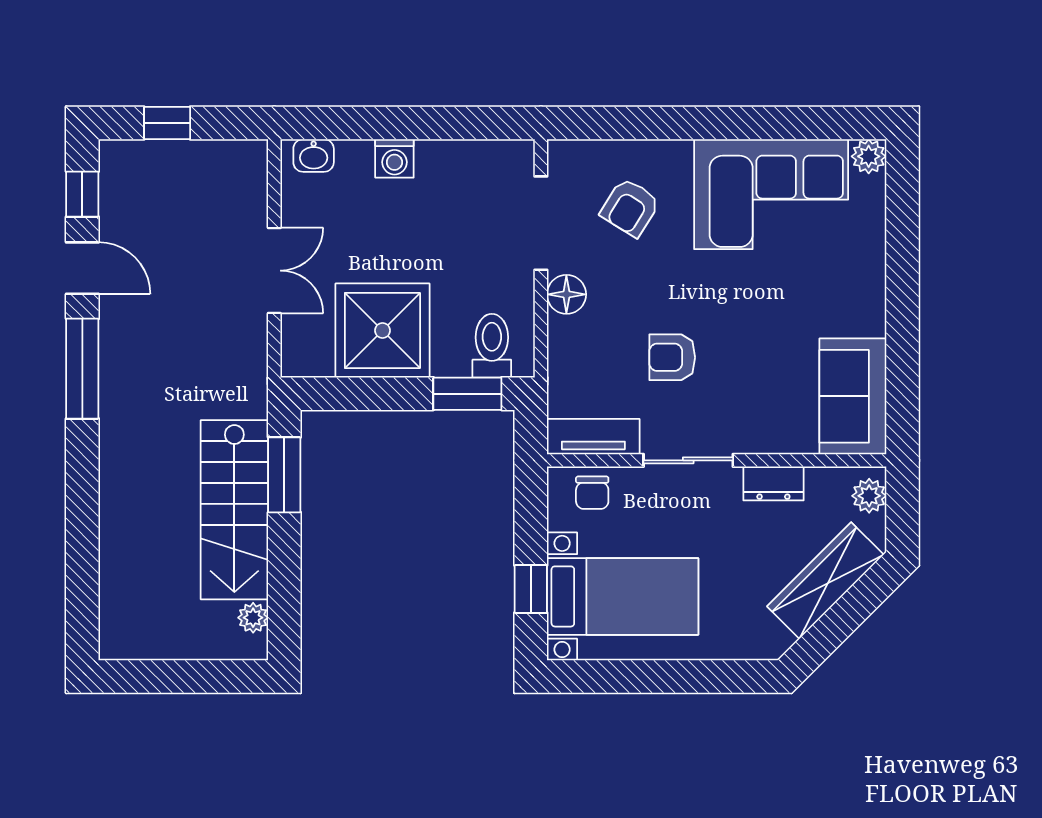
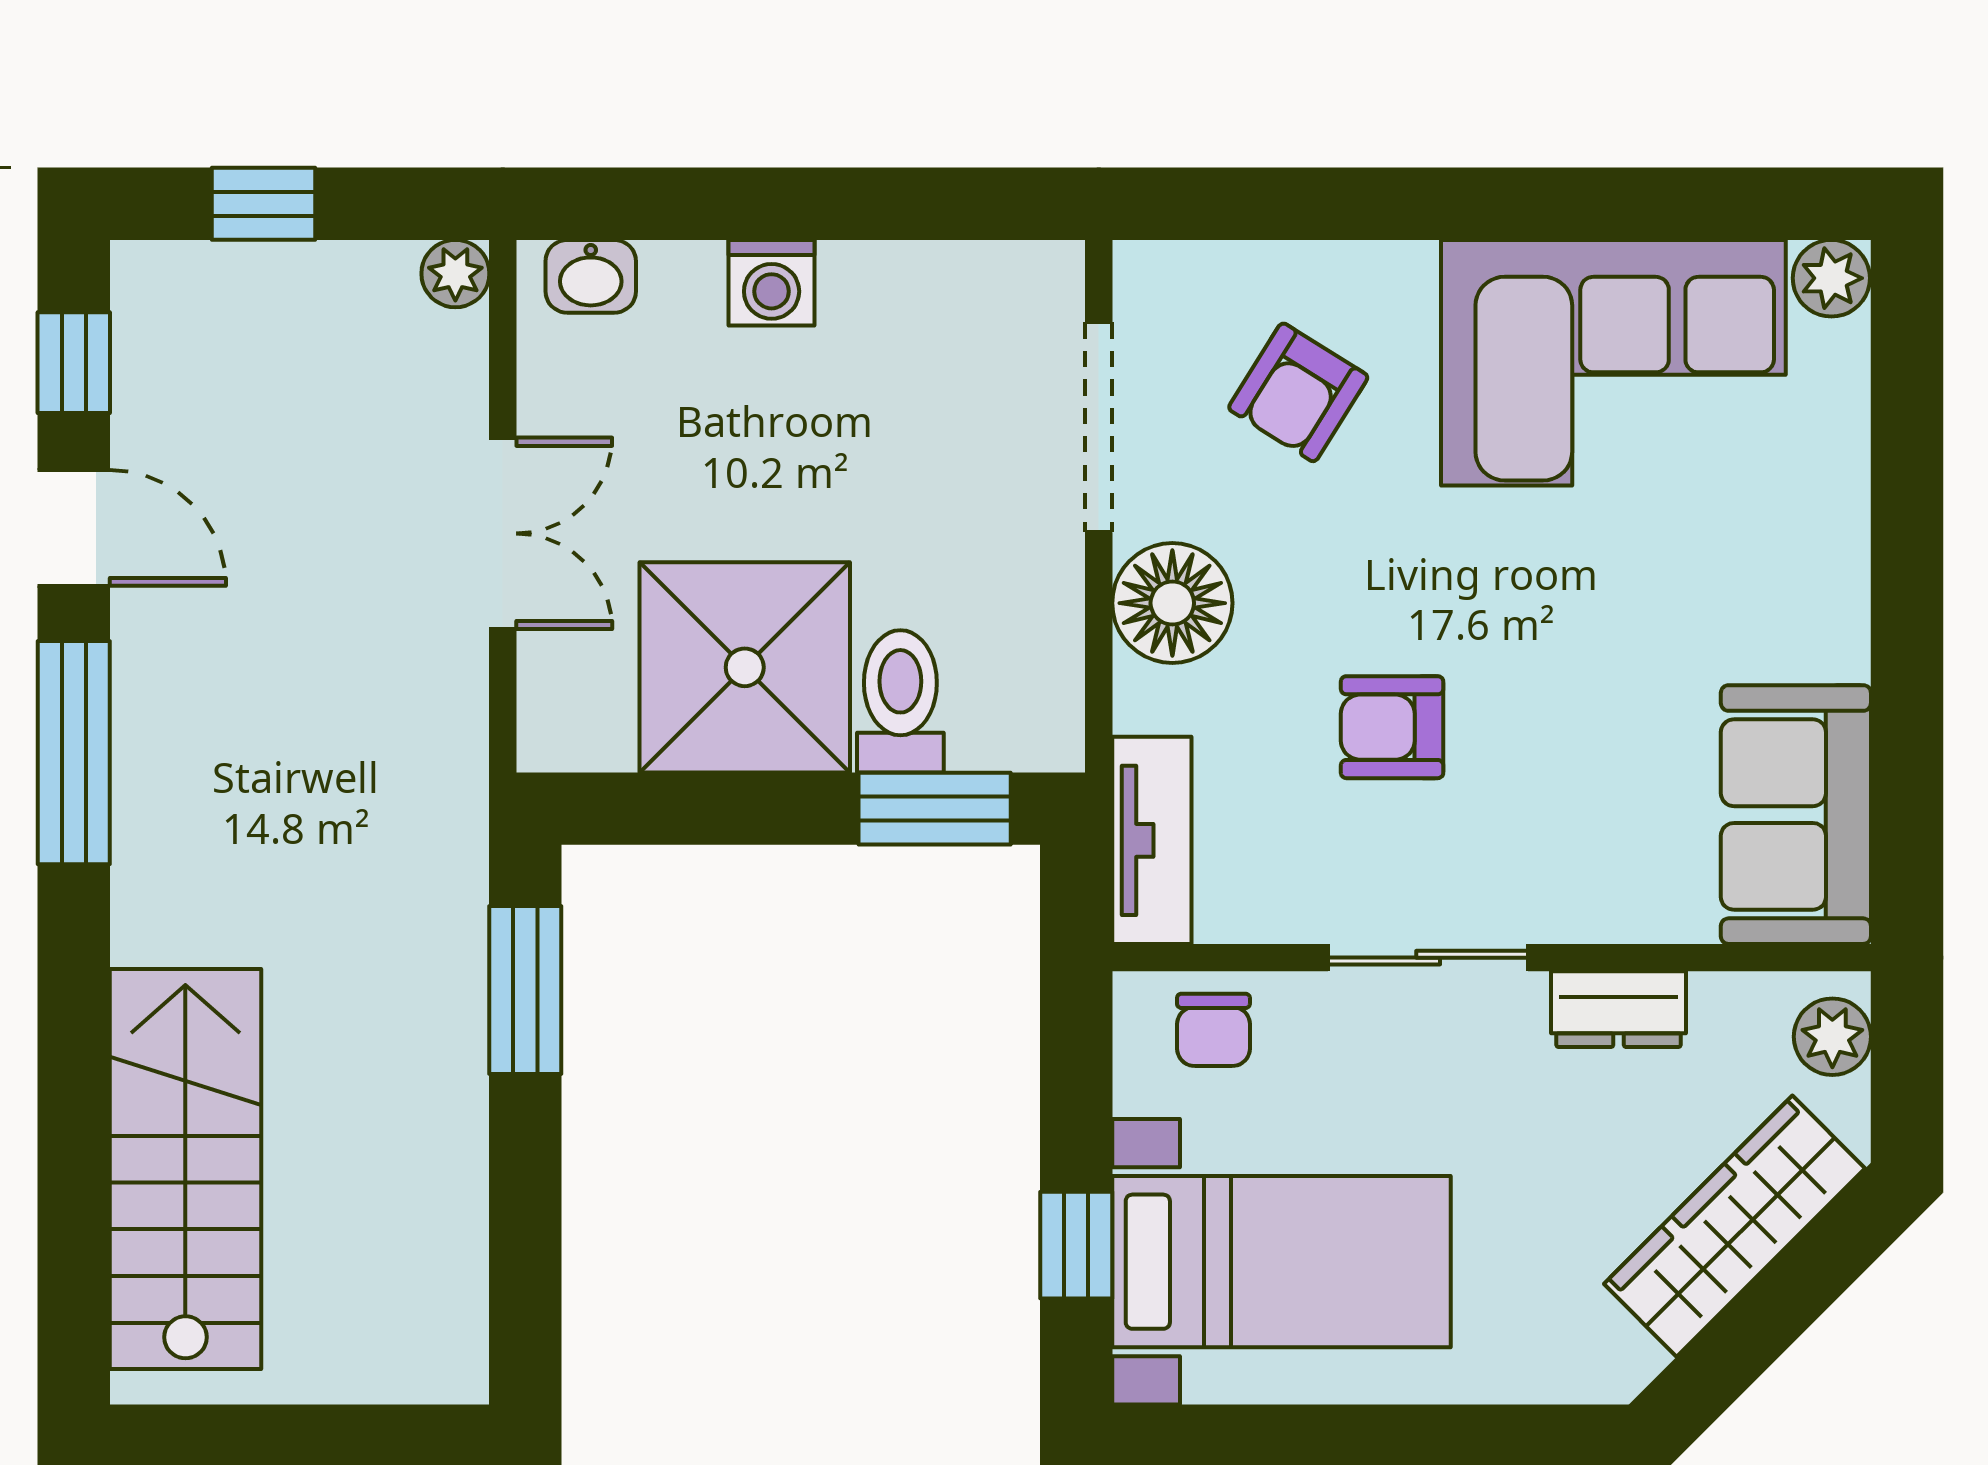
floor lamp: (566, 294) -> (1172, 603), width x1.38, depth x1.38
toilet: (492, 346) -> (900, 701), moved
tv unit: (593, 437) -> (1152, 840), moved, turned 90
stairs: (234, 510) -> (185, 1169), moved, turned 180
plant: (253, 618) -> (455, 274), moved

